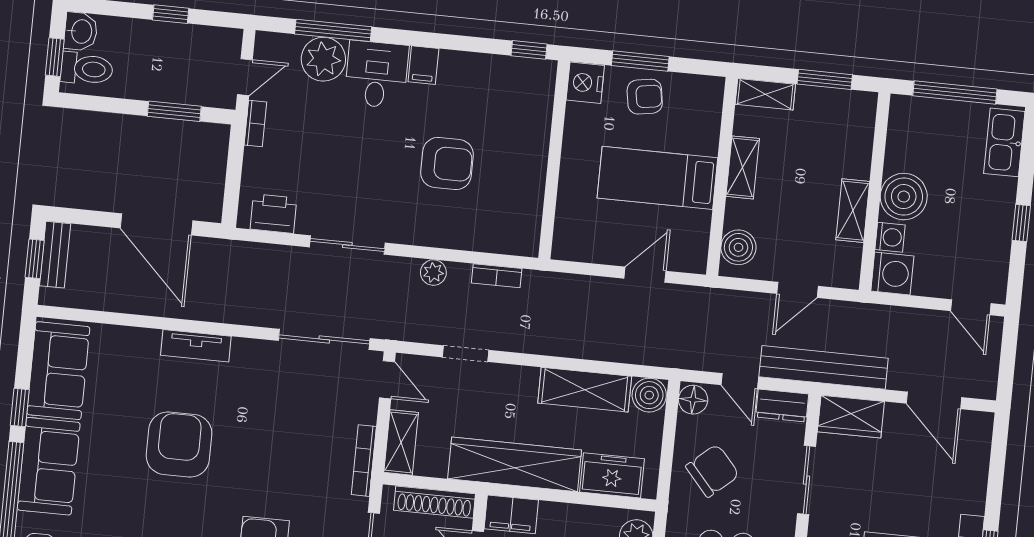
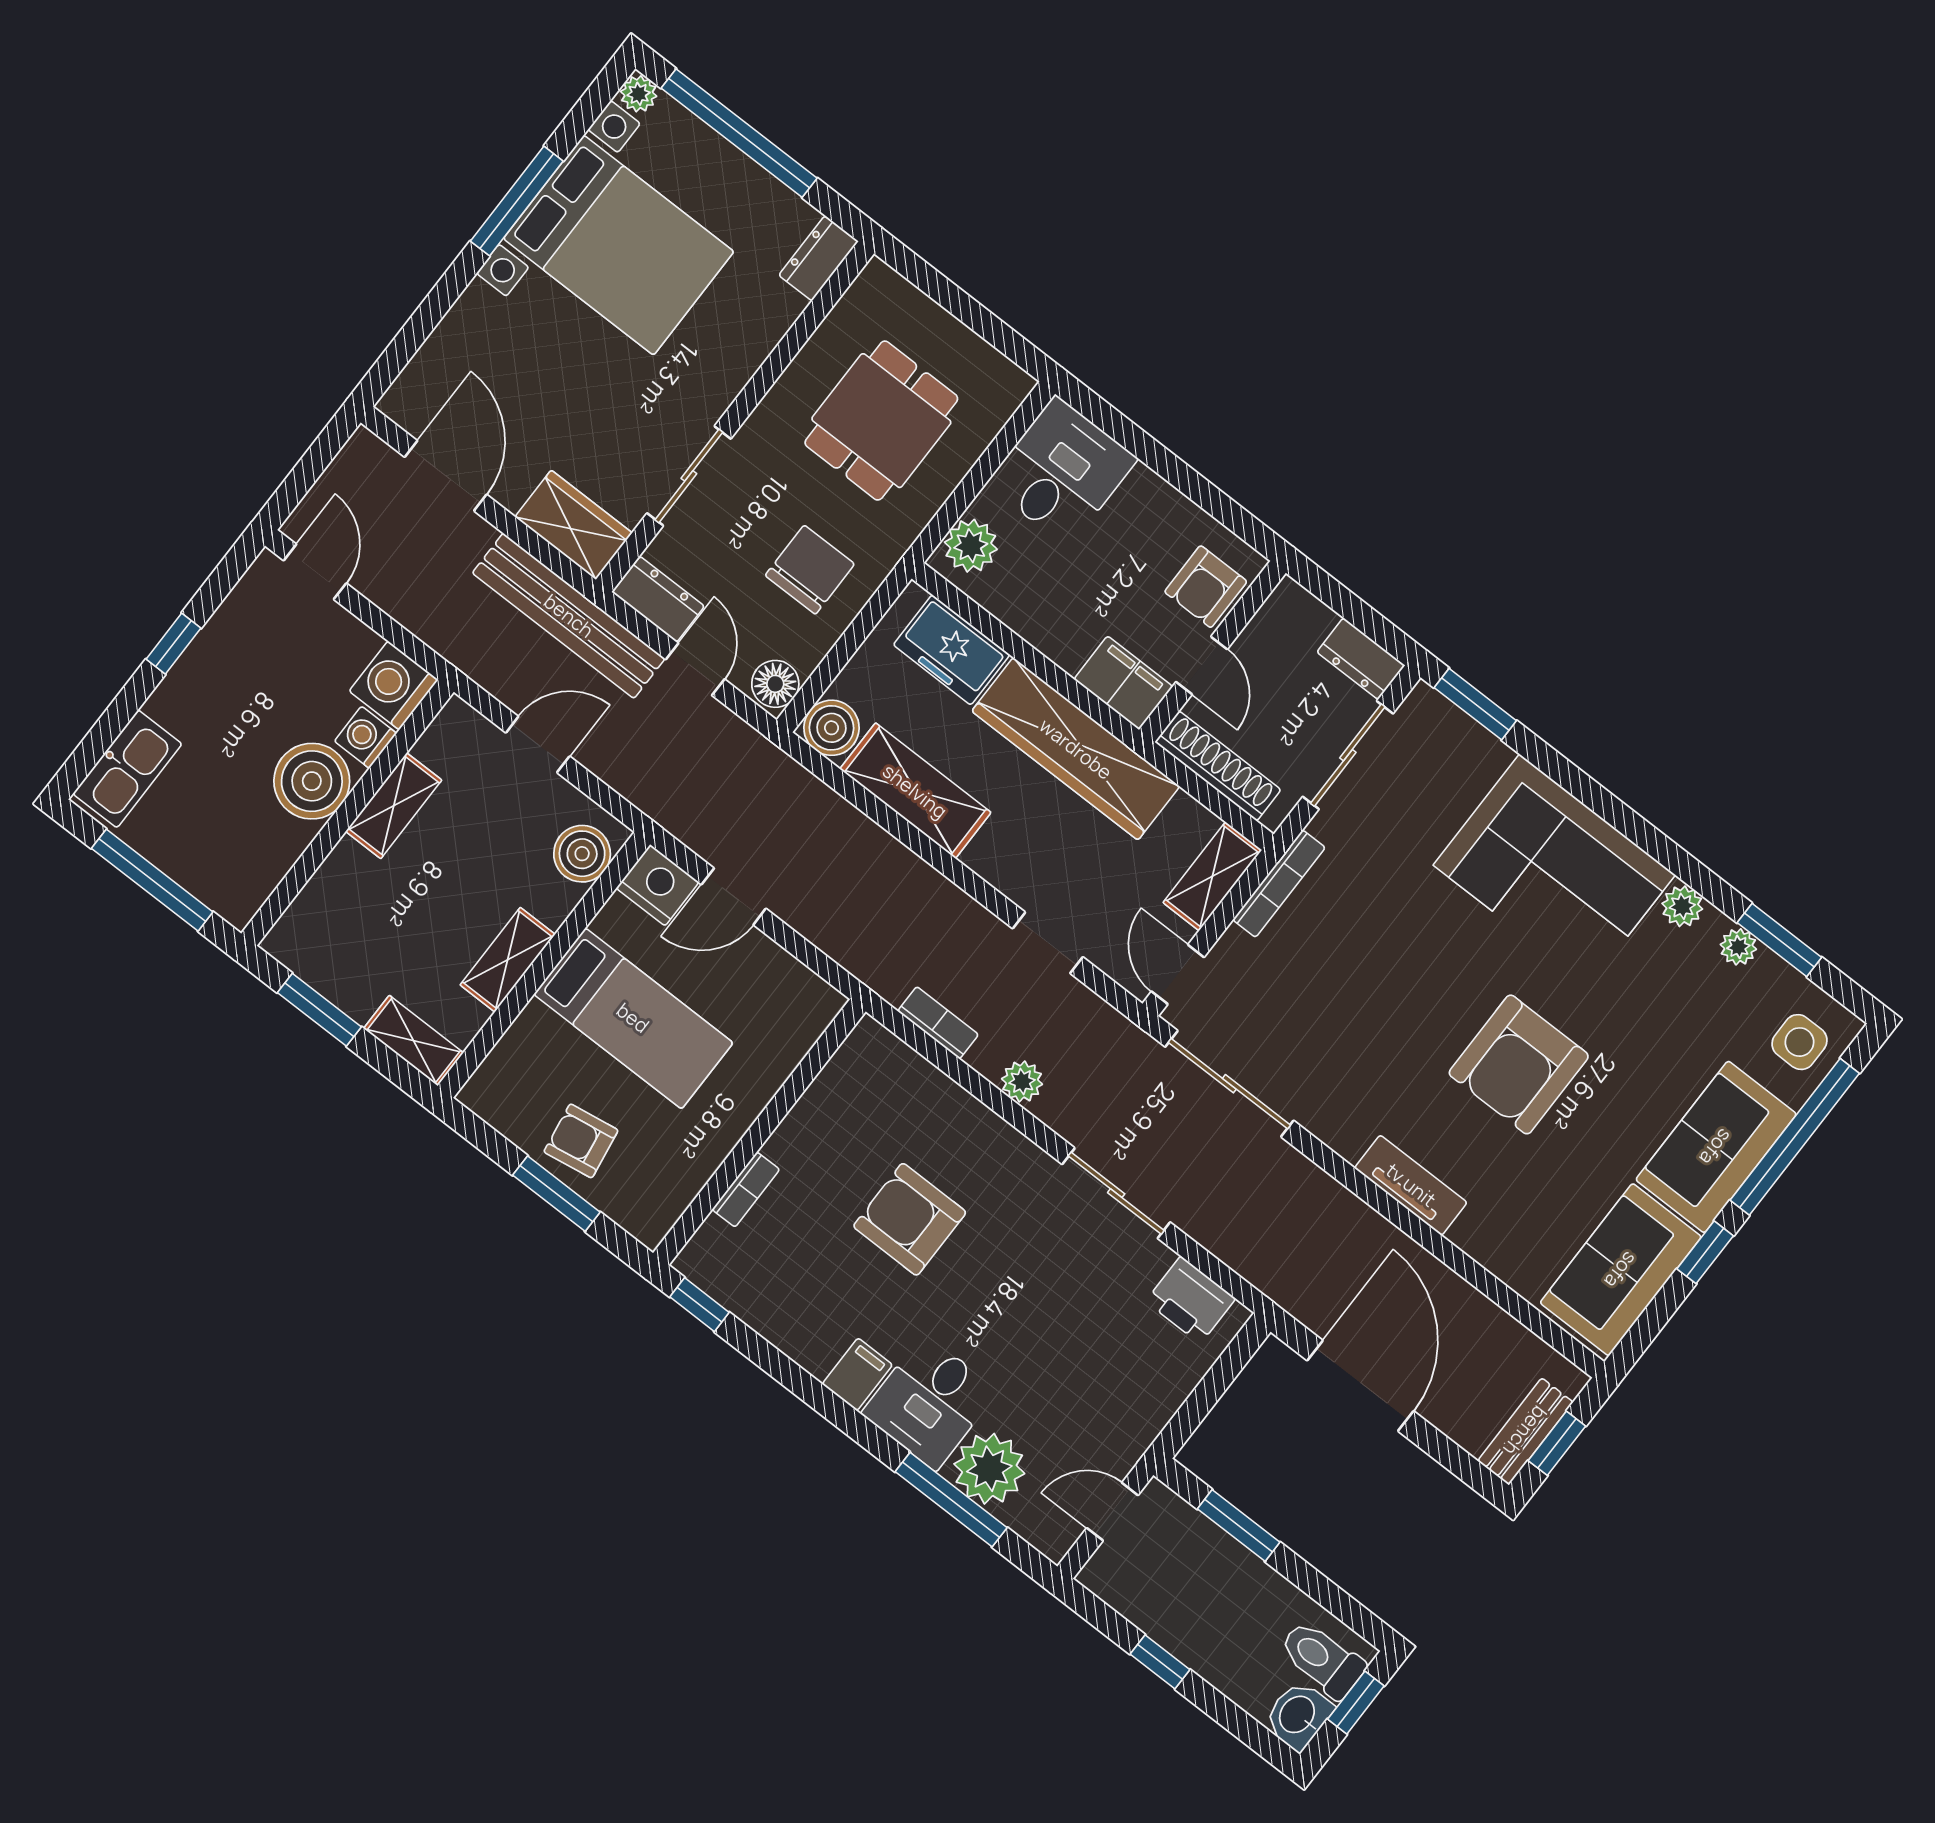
nightstand: (585, 83) -> (658, 885), moved, turned -90
bookcase: (255, 124) -> (746, 1189), moved, turned 180
chair: (712, 471) -> (810, 570), turned 131

